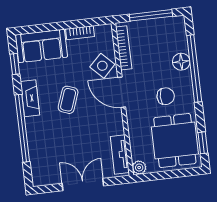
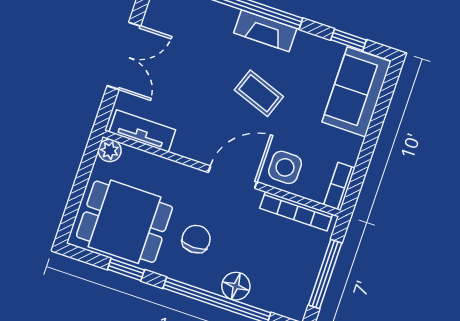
bookcase: (80, 33) -> (339, 186), moved
side table: (102, 66) -> (285, 167), turned 45
chair: (166, 96) -> (196, 239), turned 180
fireplace: (30, 98) -> (265, 31), moved
window: (203, 143) -> (126, 270), moved

